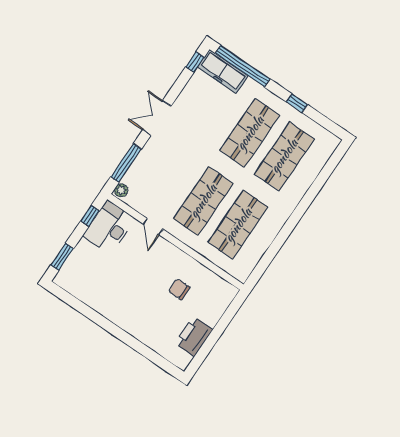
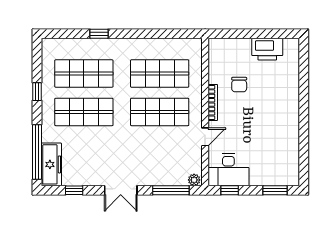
window: (195, 62) -> (74, 190), moved
window: (311, 194) -> (99, 34), added
bookcase: (179, 255) -> (213, 102), added

